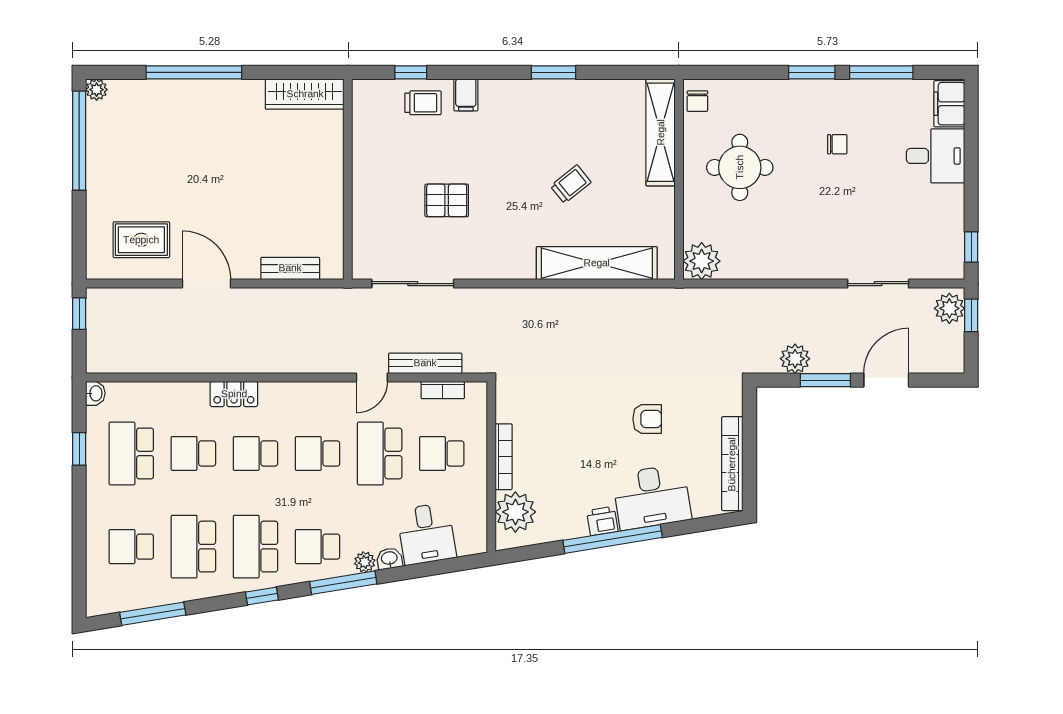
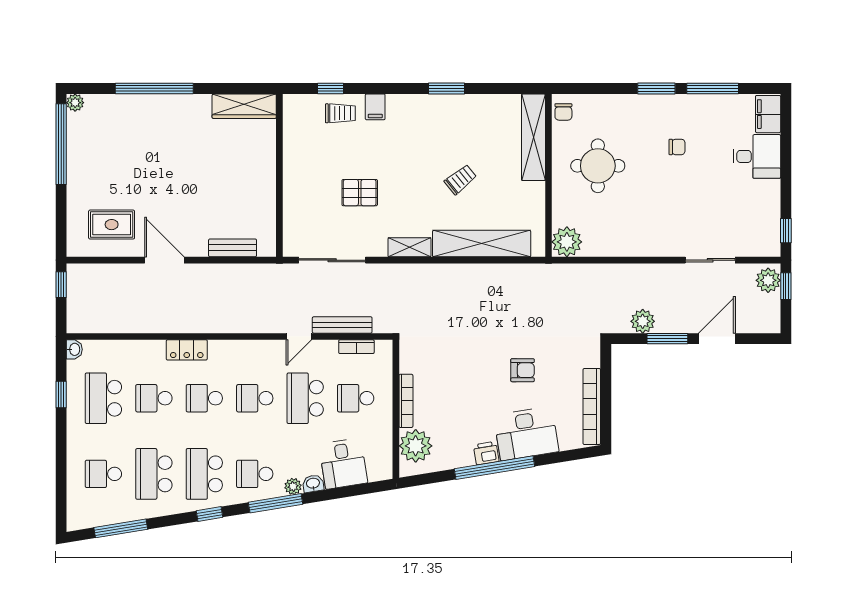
shelving: (508, 268) -> (409, 247), added

